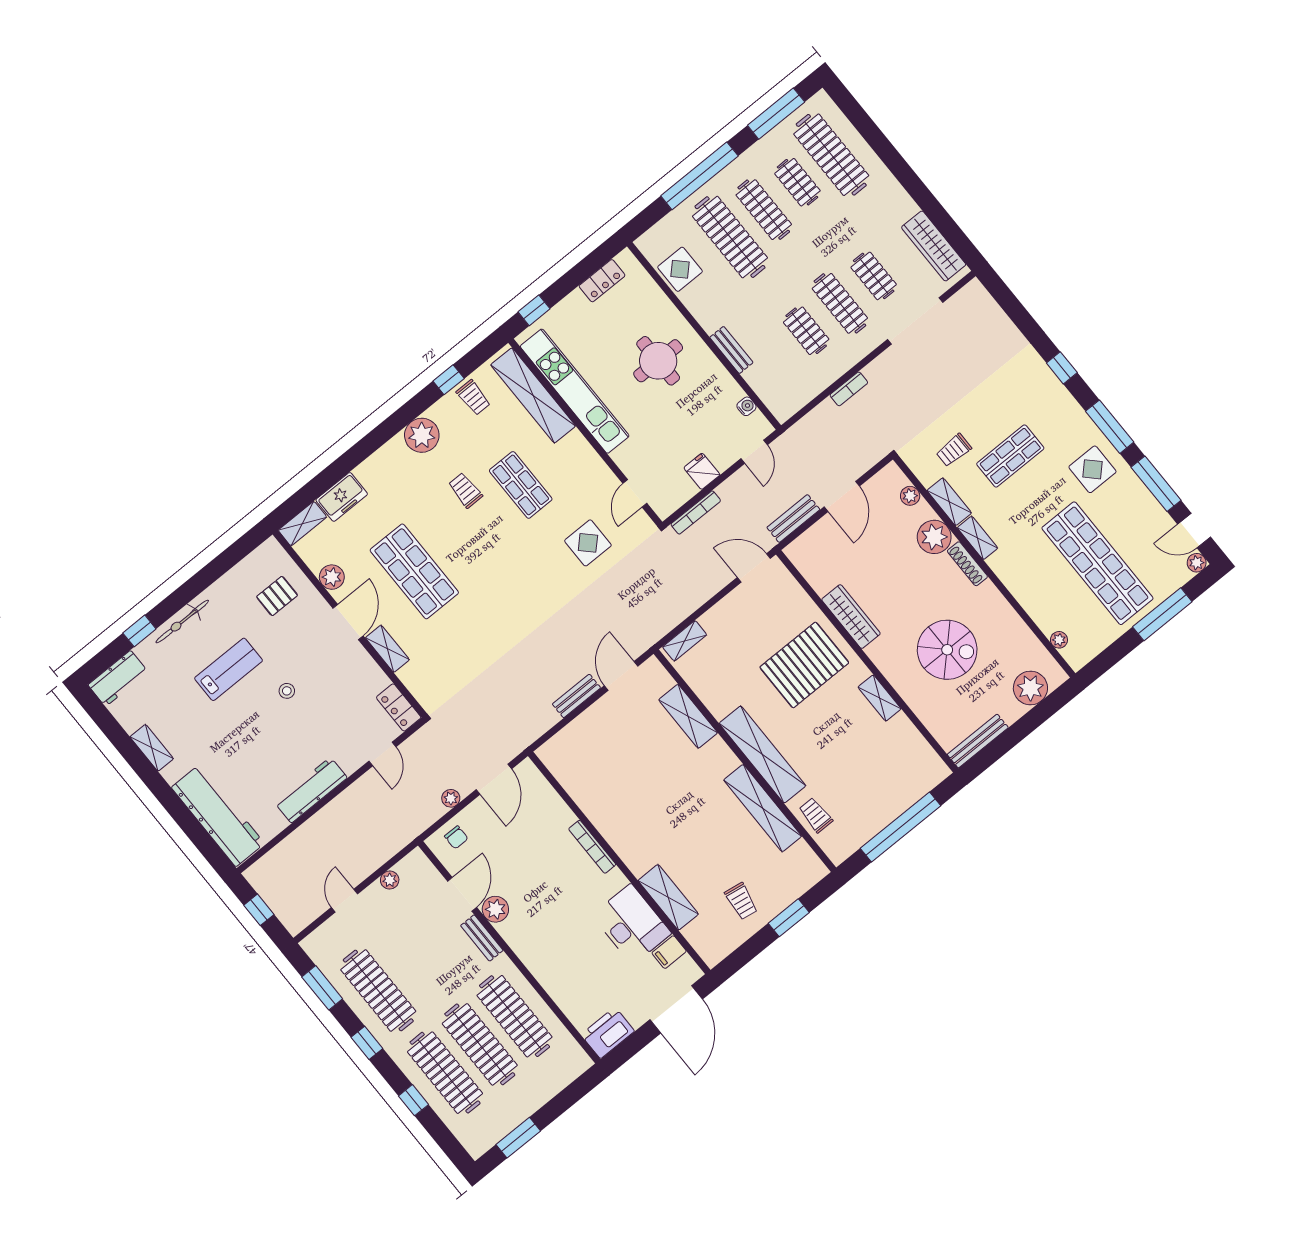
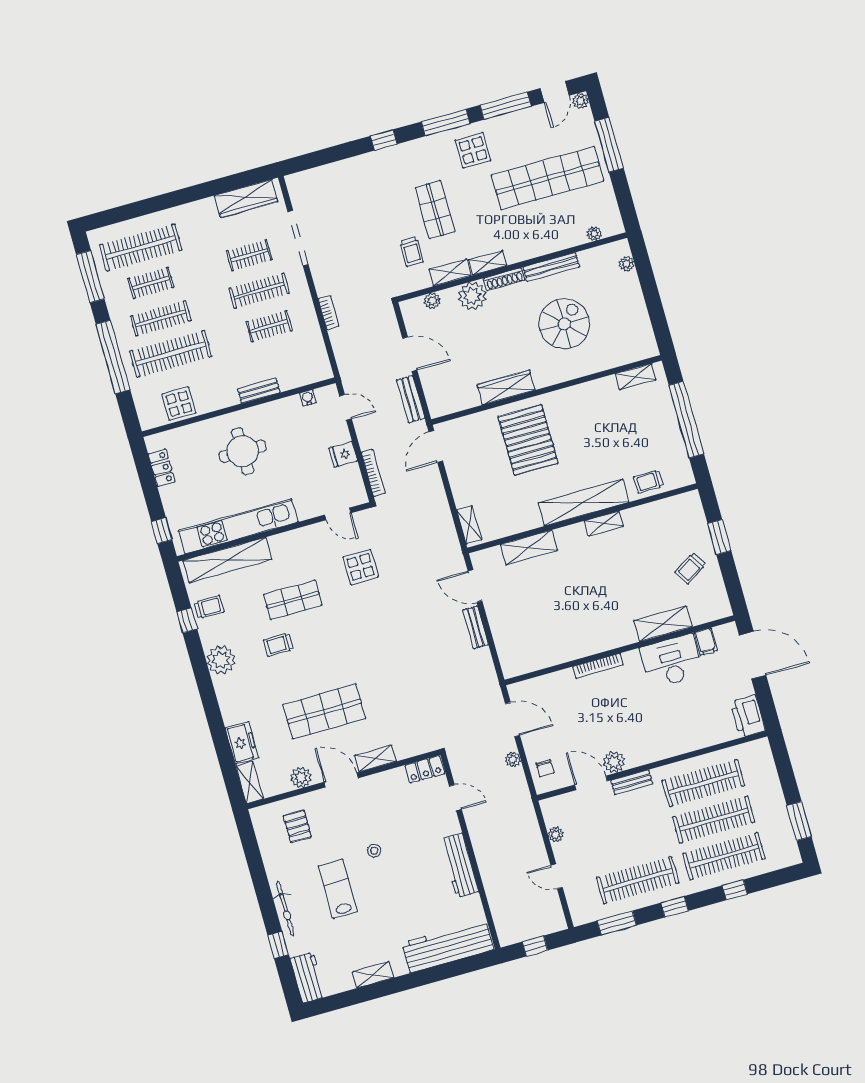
plant: (1030, 688) -> (627, 264), width x0.53, depth x0.53
shelving: (880, 698) -> (636, 377), moved
bench: (978, 741) -> (551, 267), moved, turned 90
shelving: (763, 808) -> (604, 524), width x0.45, depth x0.75
chair: (456, 837) -> (545, 768), turned 90
trolley: (741, 901) -> (690, 568), turned 139

